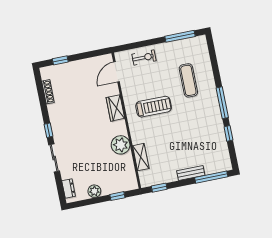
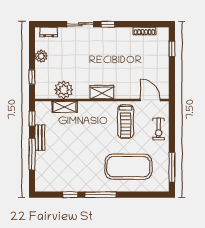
exercise mat: (188, 80) -> (128, 167), width x2.00, depth x1.45
treadmill: (154, 107) -> (126, 122), moved
wardrobe: (115, 108) -> (102, 92), moved
plant: (121, 145) -> (64, 90), moved
bench: (191, 173) -> (40, 138), moved
window: (211, 177) -> (32, 154), moved

